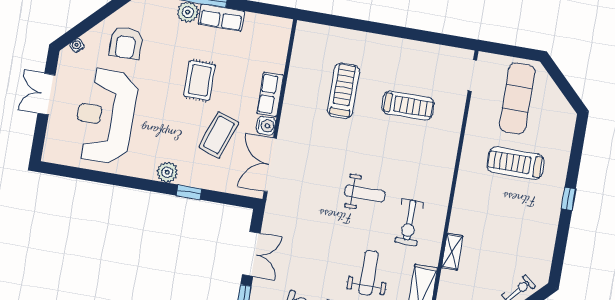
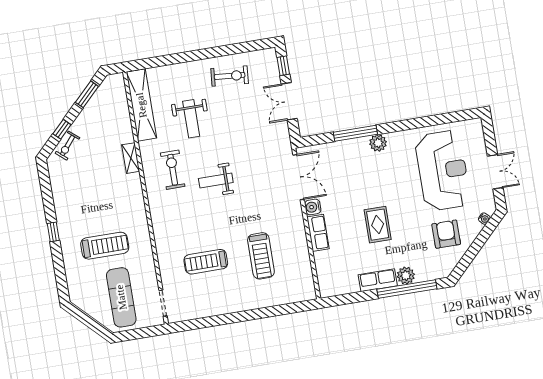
coffee table: (219, 135) -> (348, 187), removed
window: (189, 192) -> (355, 133), width x2.17

